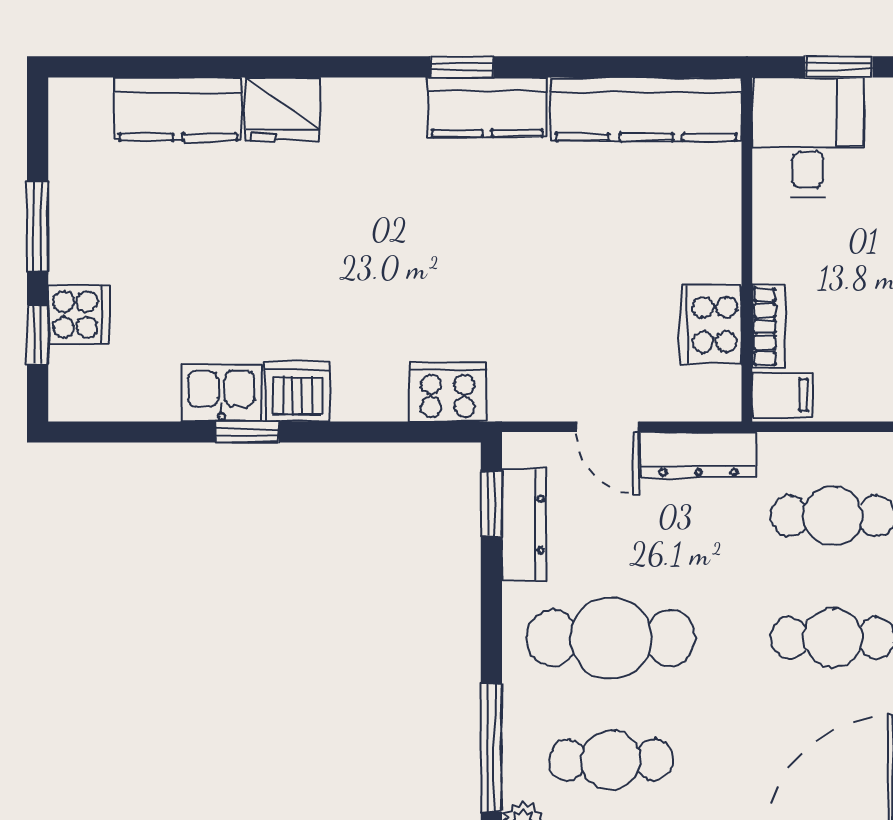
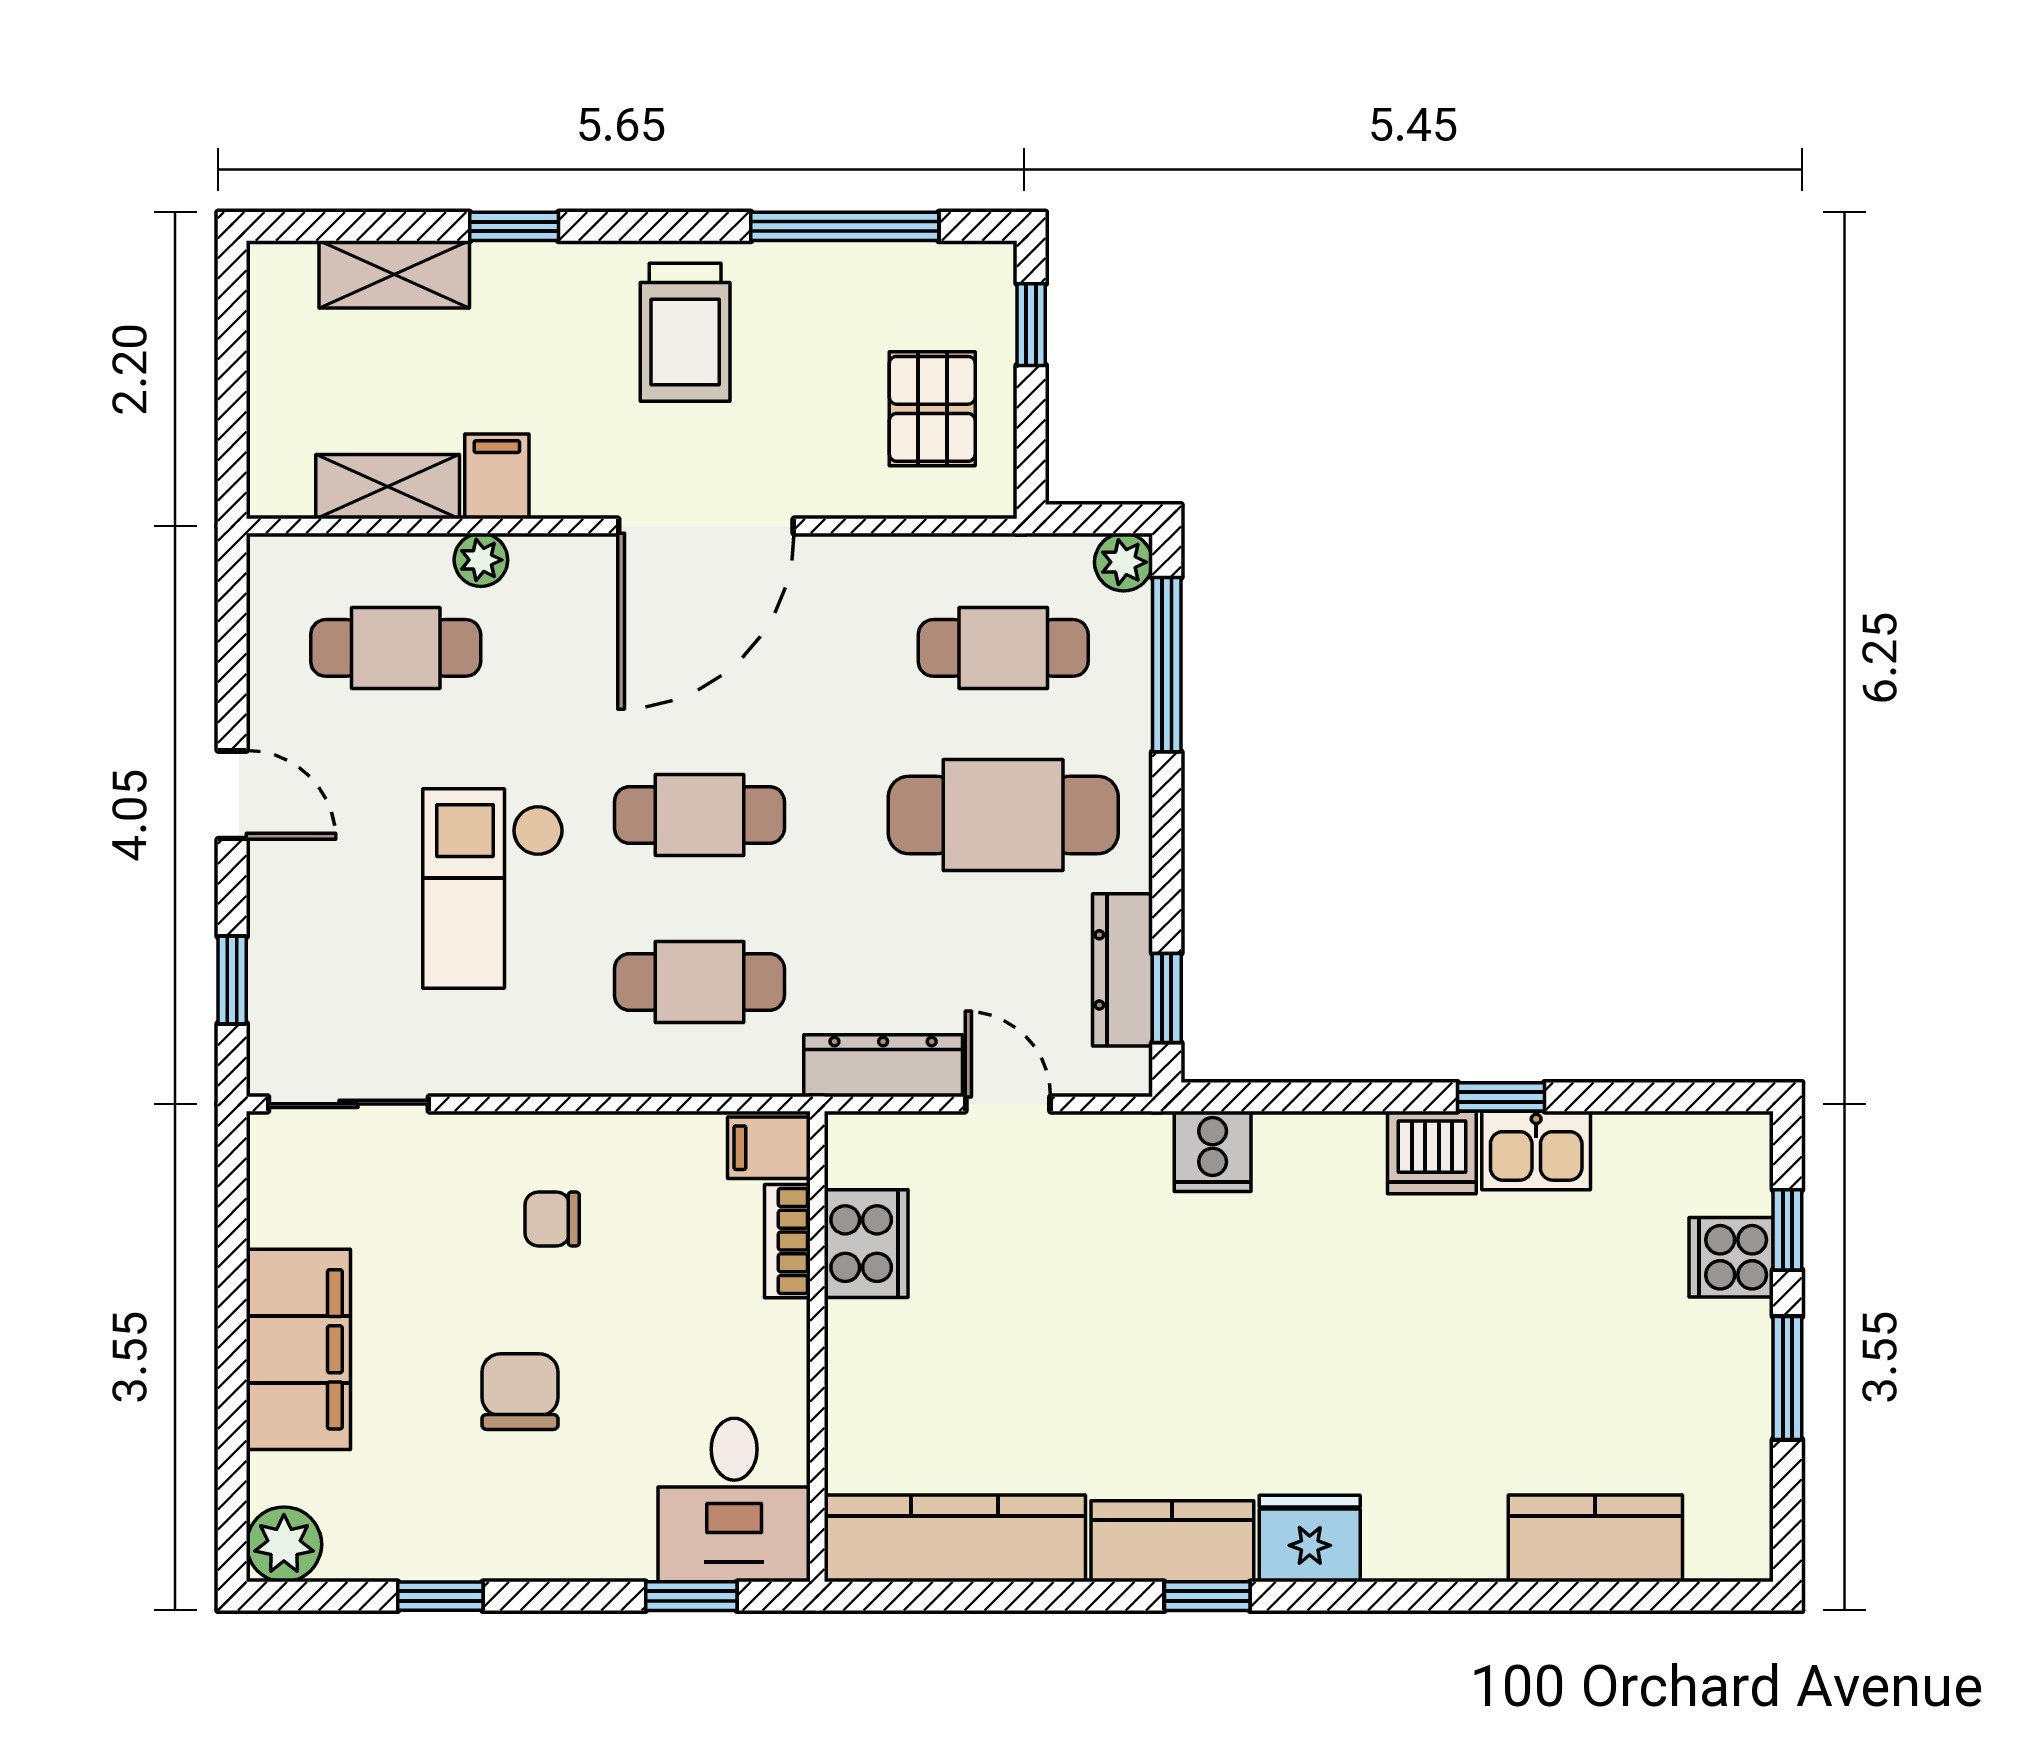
fridge: (283, 109) -> (1310, 1538), moved
cooker: (448, 392) -> (1213, 1151), width x0.73

